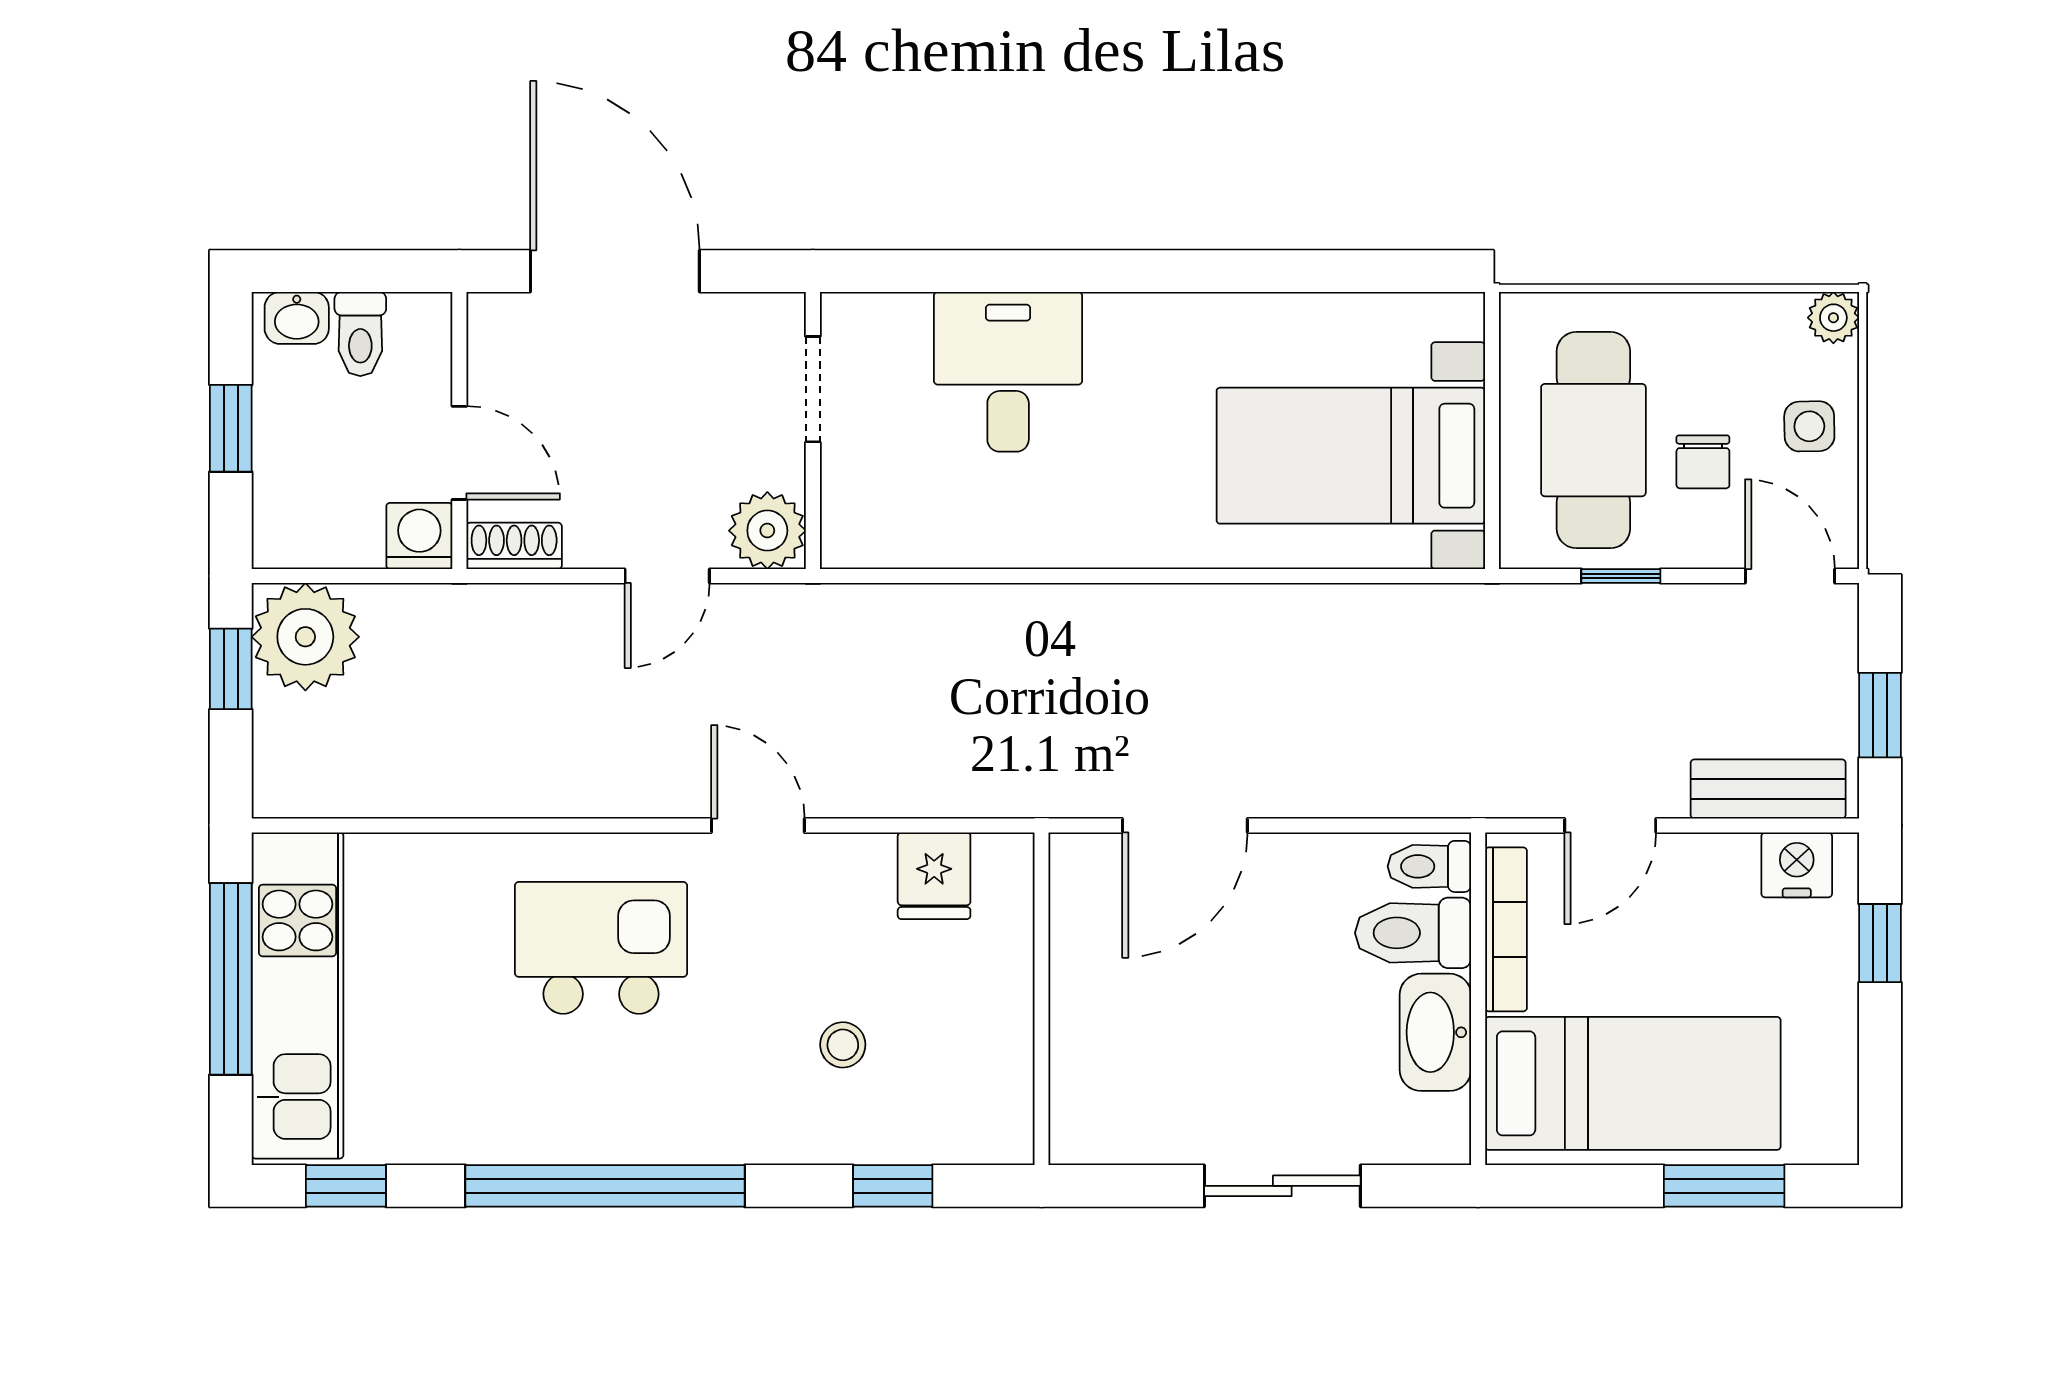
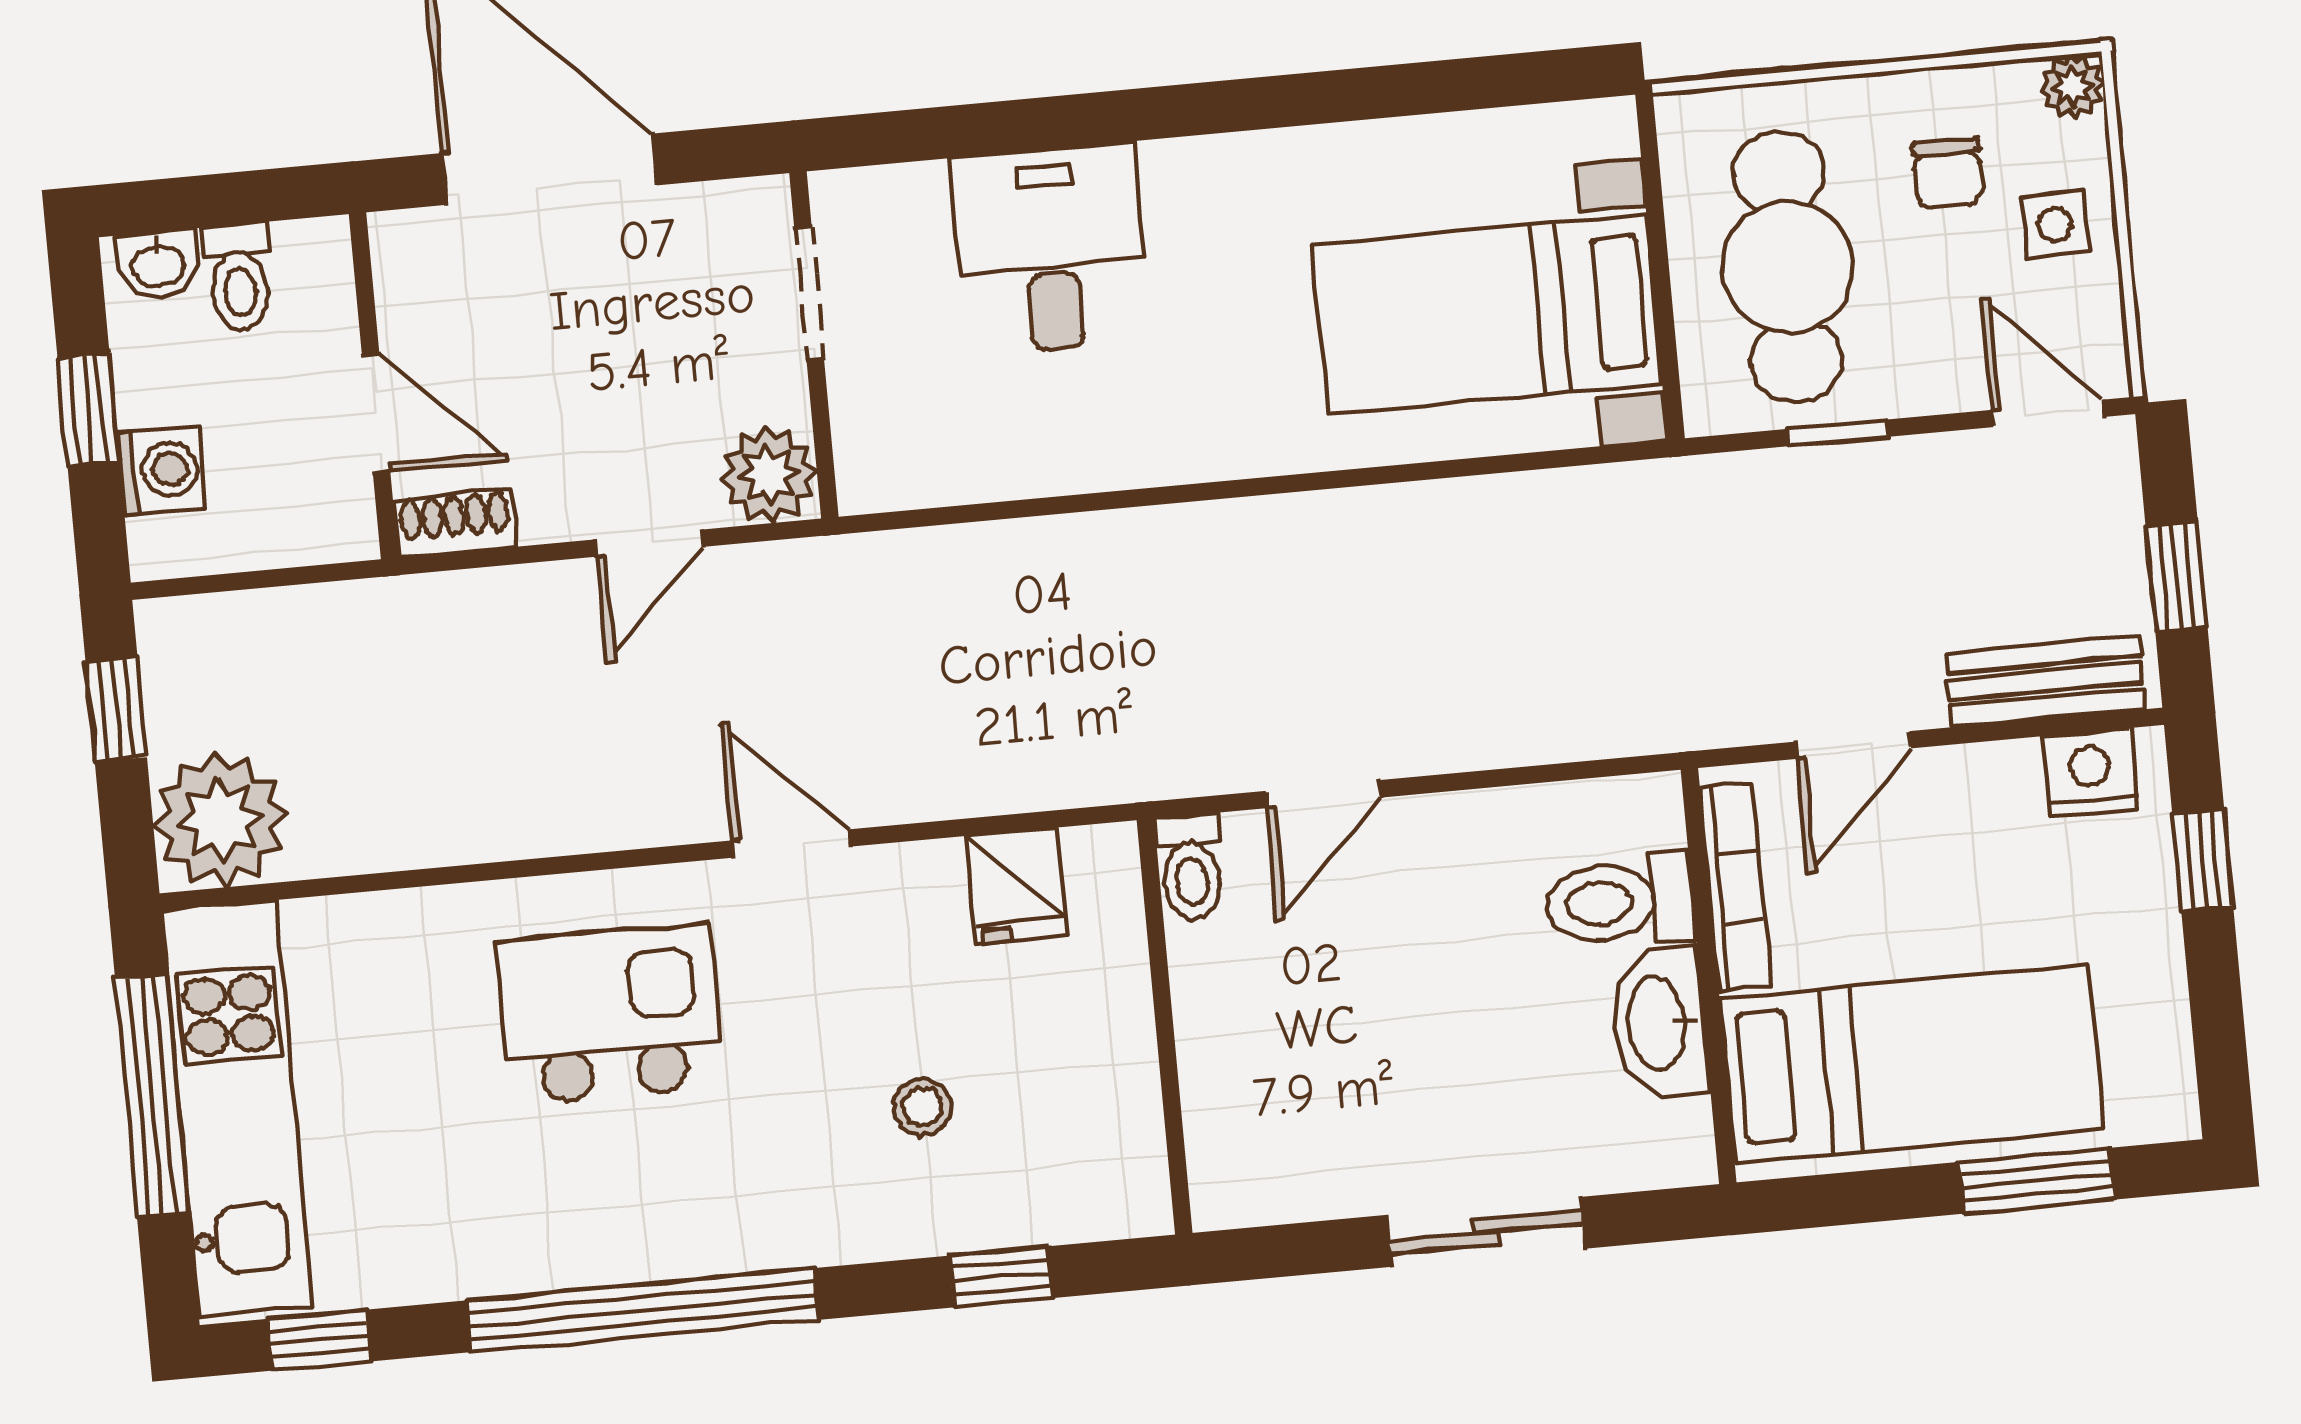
chair: (1703, 462) -> (1948, 173), moved
washing machine: (419, 536) -> (162, 470), moved, turned 90
plant: (305, 637) -> (220, 820), moved
door: (1185, 825) -> (1323, 794), width x0.73
toilet: (1429, 866) -> (1191, 868), moved, turned -90

